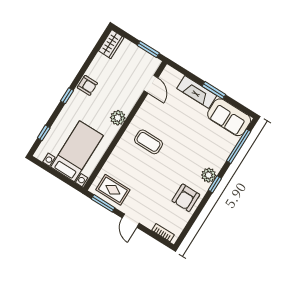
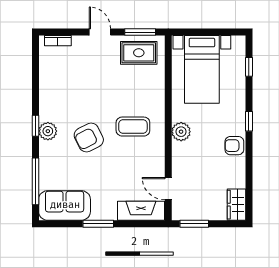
fireplace: (197, 92) -> (141, 211), moved
armchair: (186, 198) -> (89, 138), moved, turned -117

